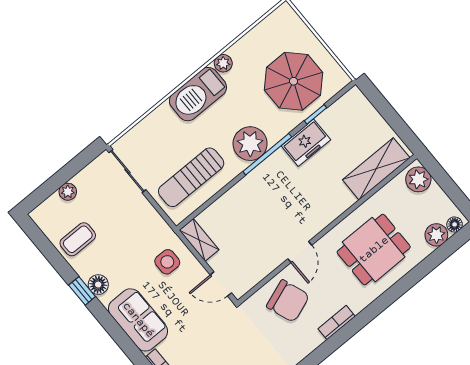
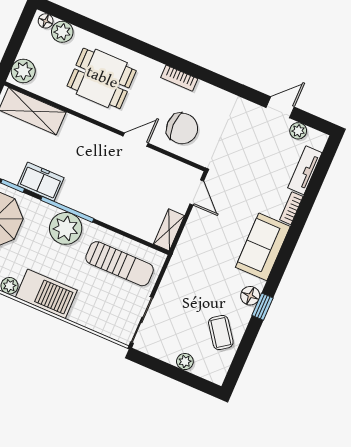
coffee table: (78, 239) -> (221, 333), turned 54
side table: (167, 262) -> (201, 247), removed
chair: (288, 301) -> (182, 128), turned 110

